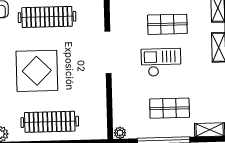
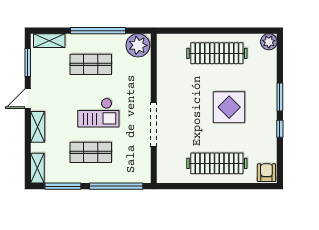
display table: (37, 71) -> (229, 107), width x0.73, depth x0.73
plant: (120, 133) -> (138, 45), width x1.88, depth x1.88

